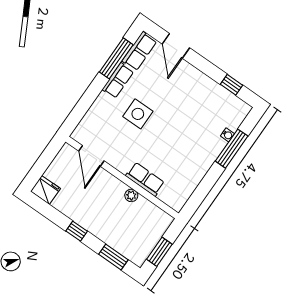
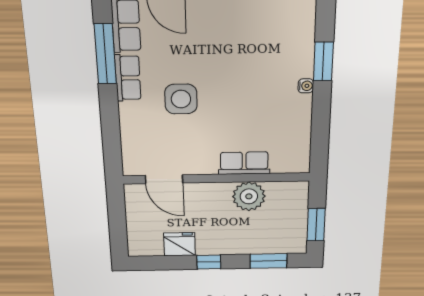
water cooler: (227, 135) -> (306, 86), moved
window: (232, 149) -> (323, 61), width x0.69
fridge: (45, 190) -> (180, 244), moved
plant: (131, 195) -> (249, 196), width x1.88, depth x1.88

